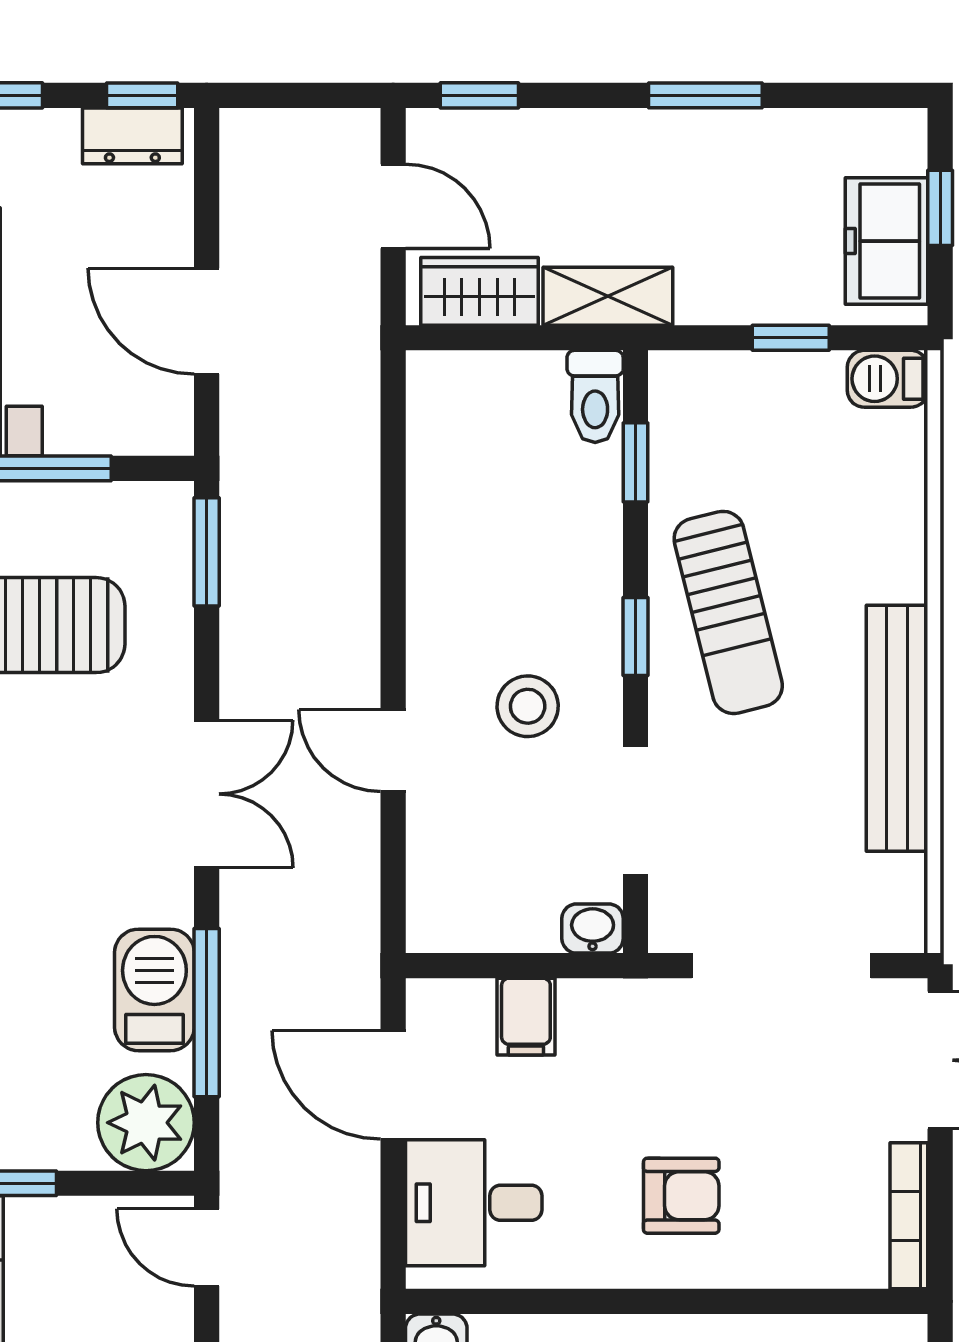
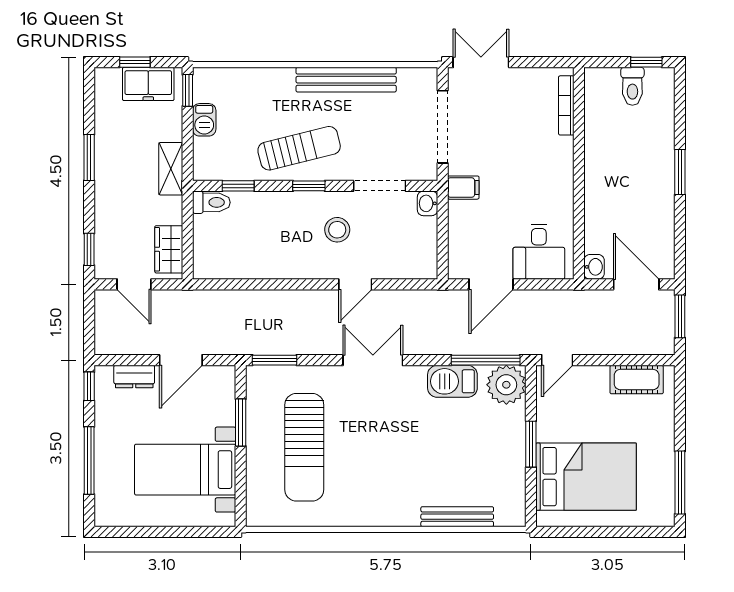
dresser: (132, 136) -> (134, 377), moved, turned 90
door: (393, 206) -> (134, 284), swing flipped
shelving: (608, 296) -> (171, 169), moved
window: (791, 338) -> (188, 90), moved
barbecue: (888, 379) -> (204, 120), moved
window: (207, 1013) -> (486, 360), moved
filing cabinet: (526, 1017) -> (463, 188), moved
armchair: (681, 1196) -> (536, 167), removed
bookcase: (909, 1216) -> (566, 105), moved, turned 90

